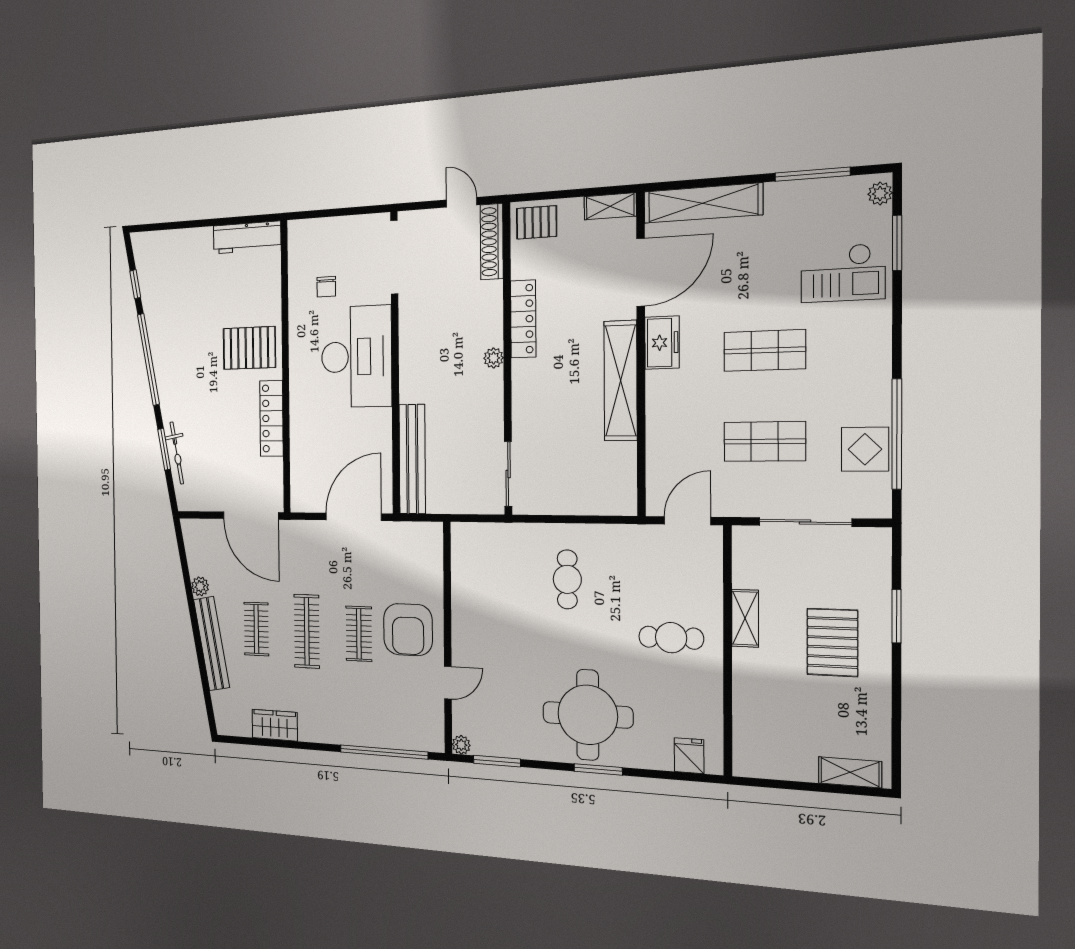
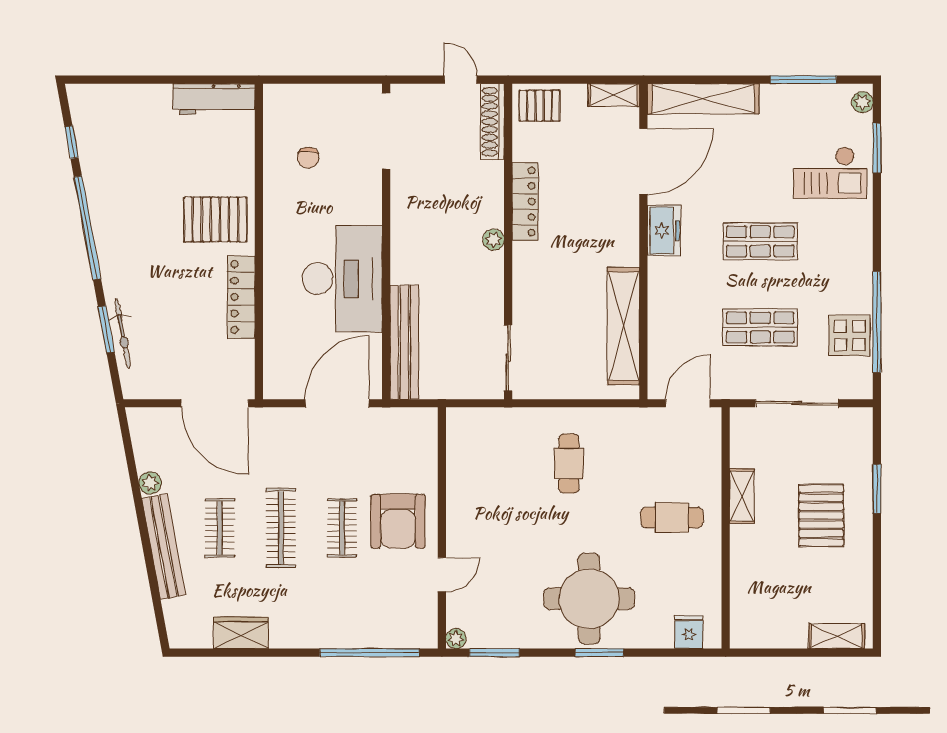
desk: (356, 357) -> (342, 279), moved
shelving: (621, 381) -> (623, 326), moved

